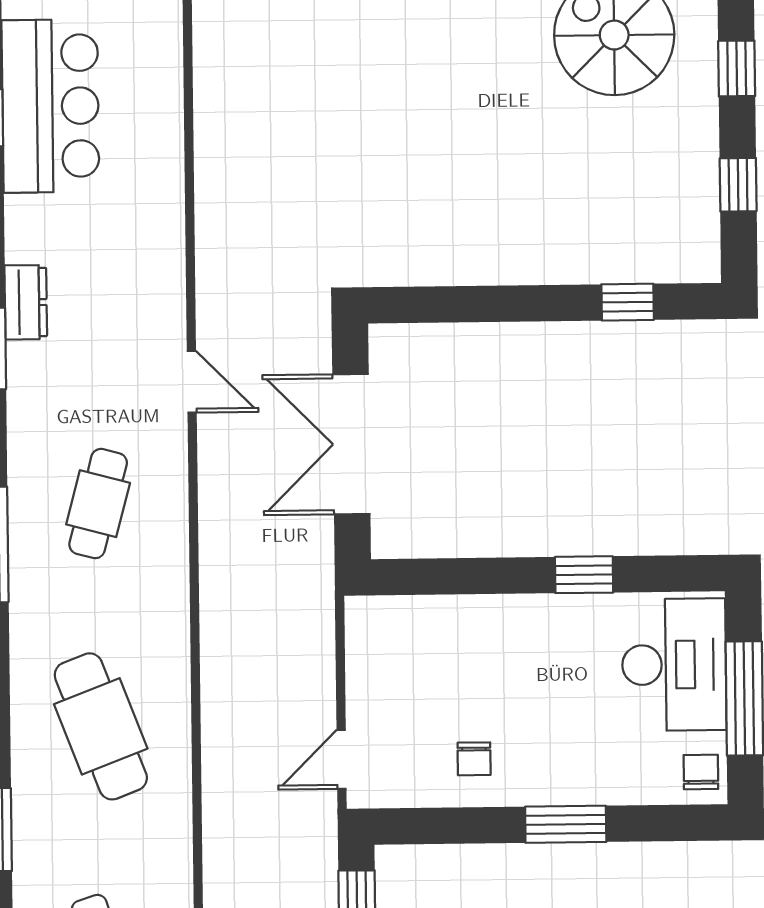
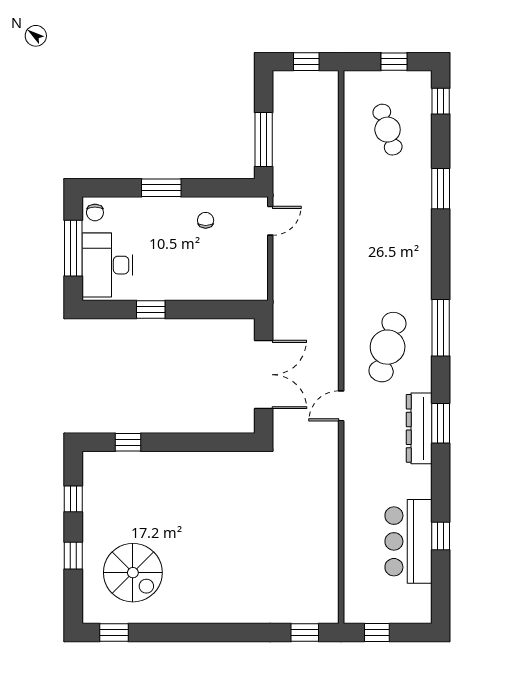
dresser: (26, 302) -> (419, 428), width x1.96, depth x1.24
door: (192, 382) -> (341, 406), hinge flipped
cafe table: (98, 504) -> (388, 347), width x1.37, depth x1.35
cafe table: (101, 726) -> (388, 238), removed

